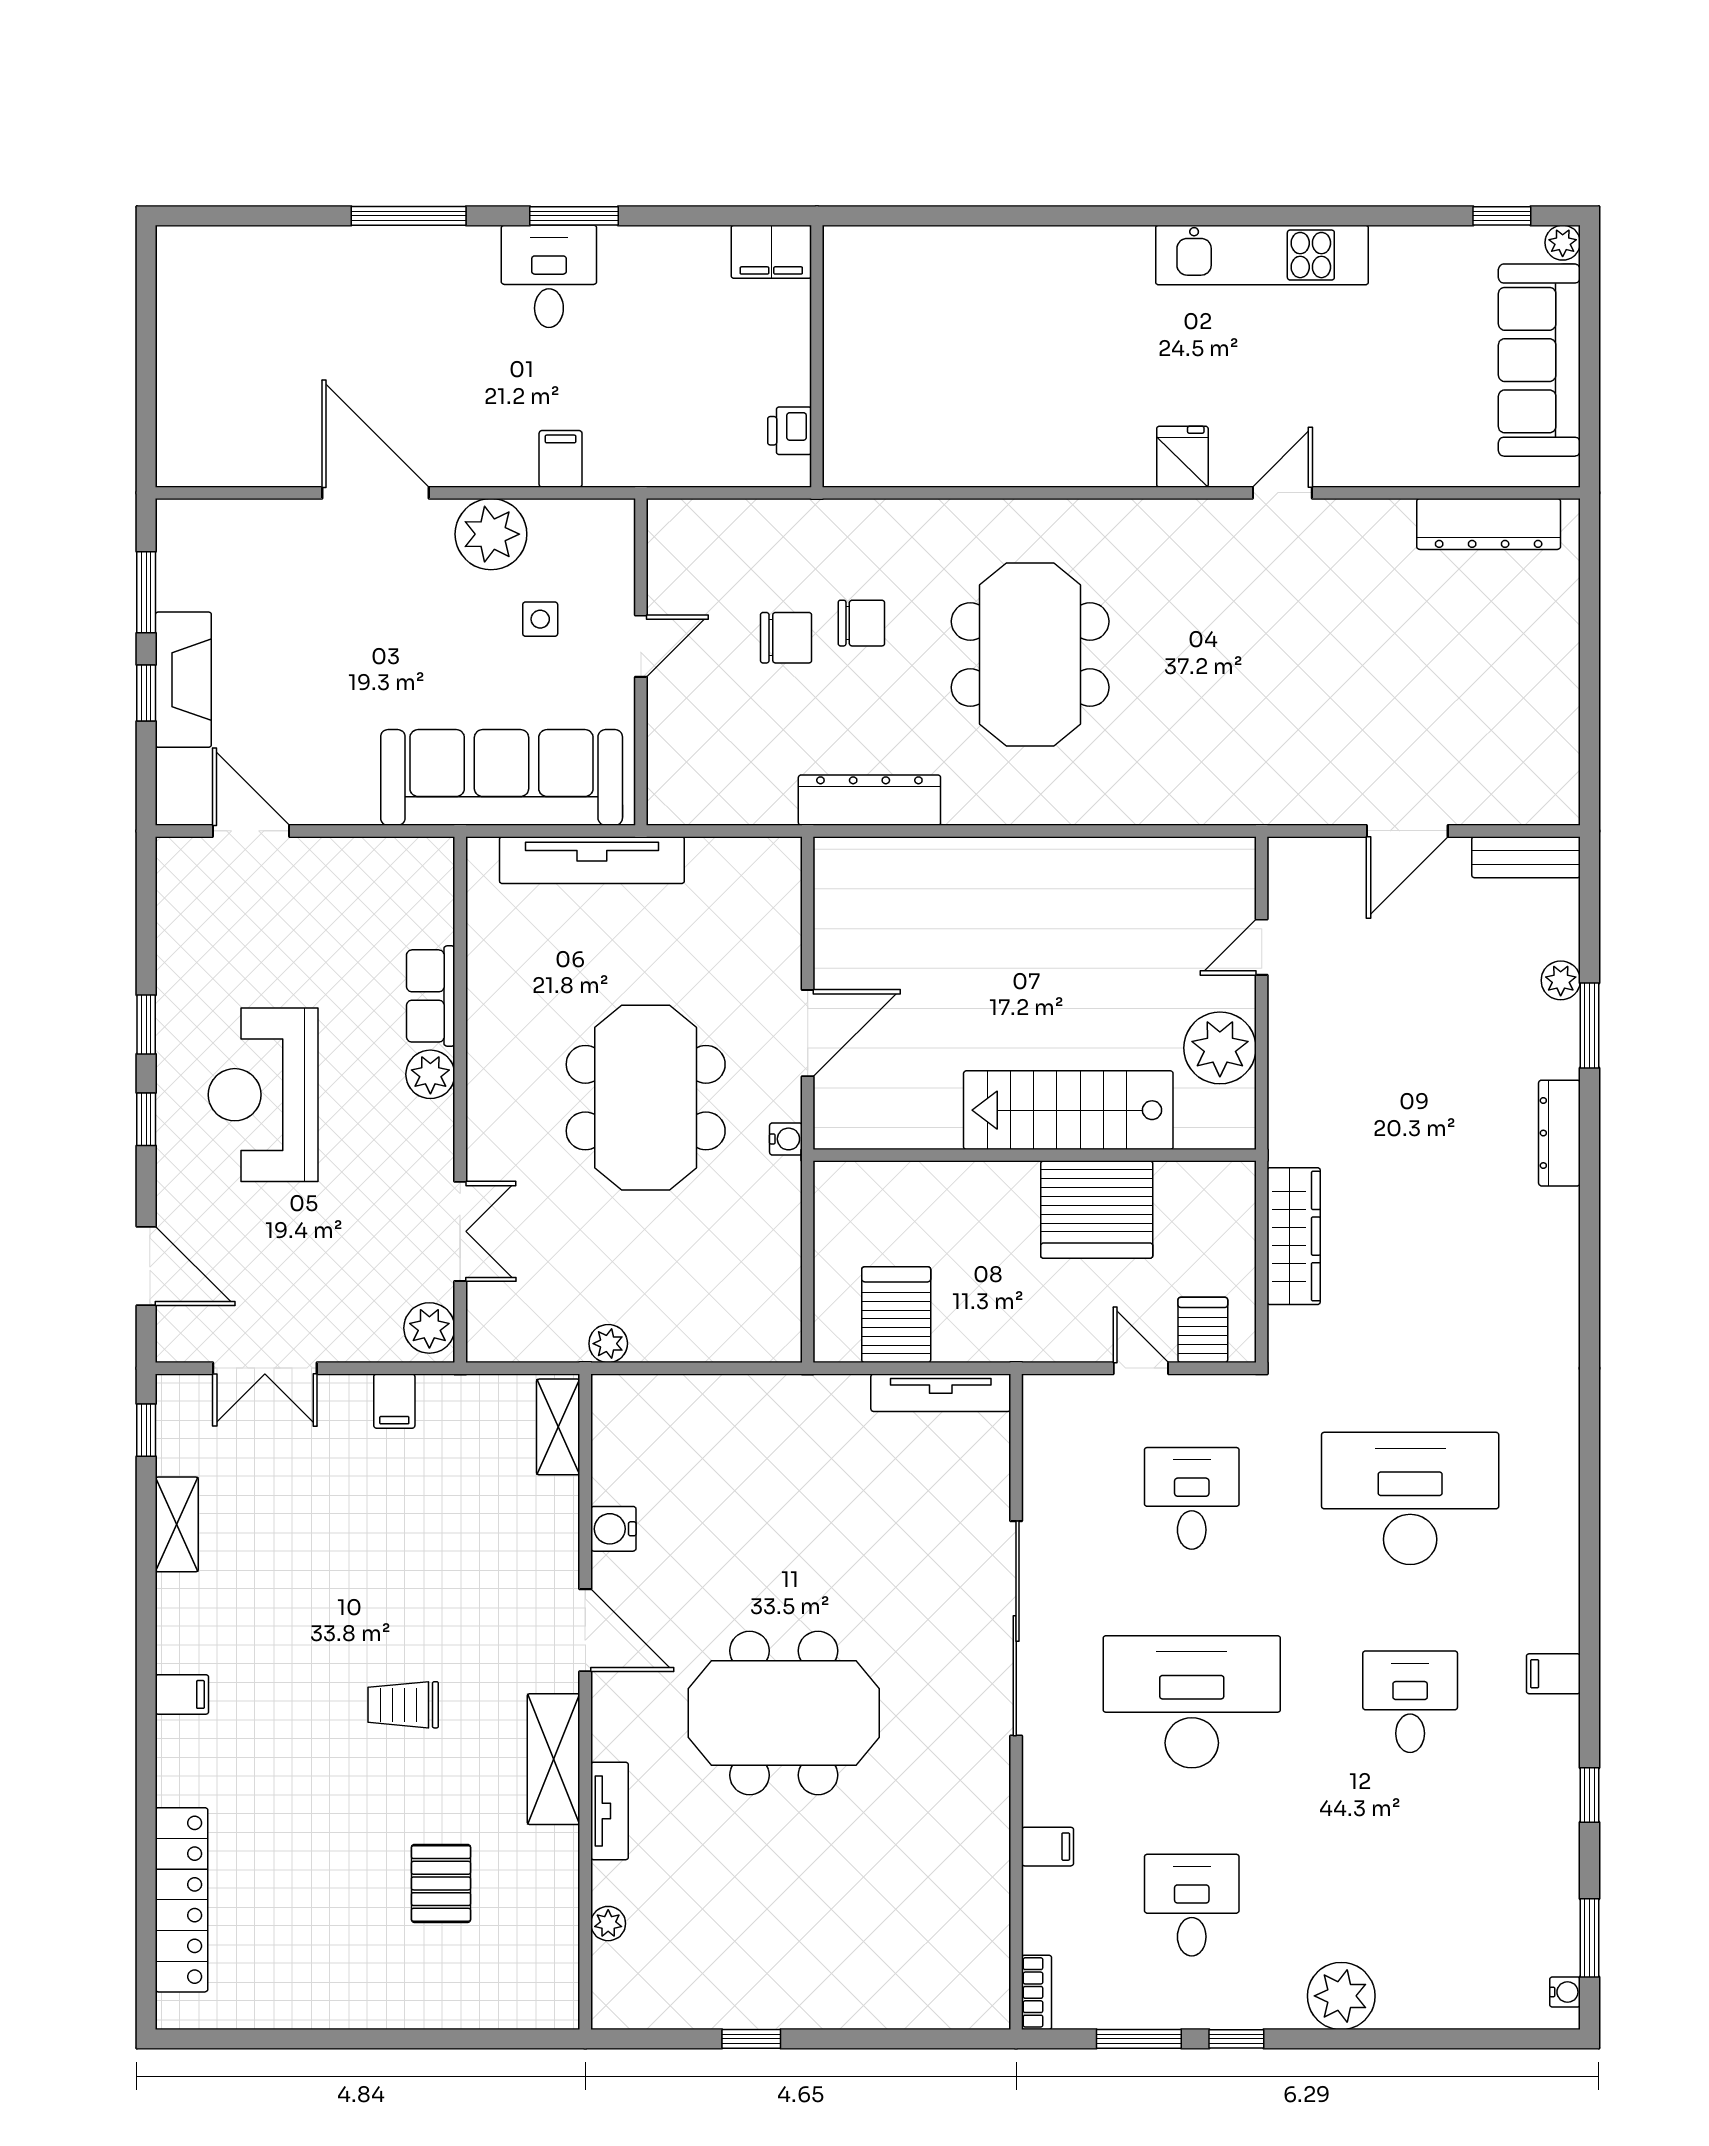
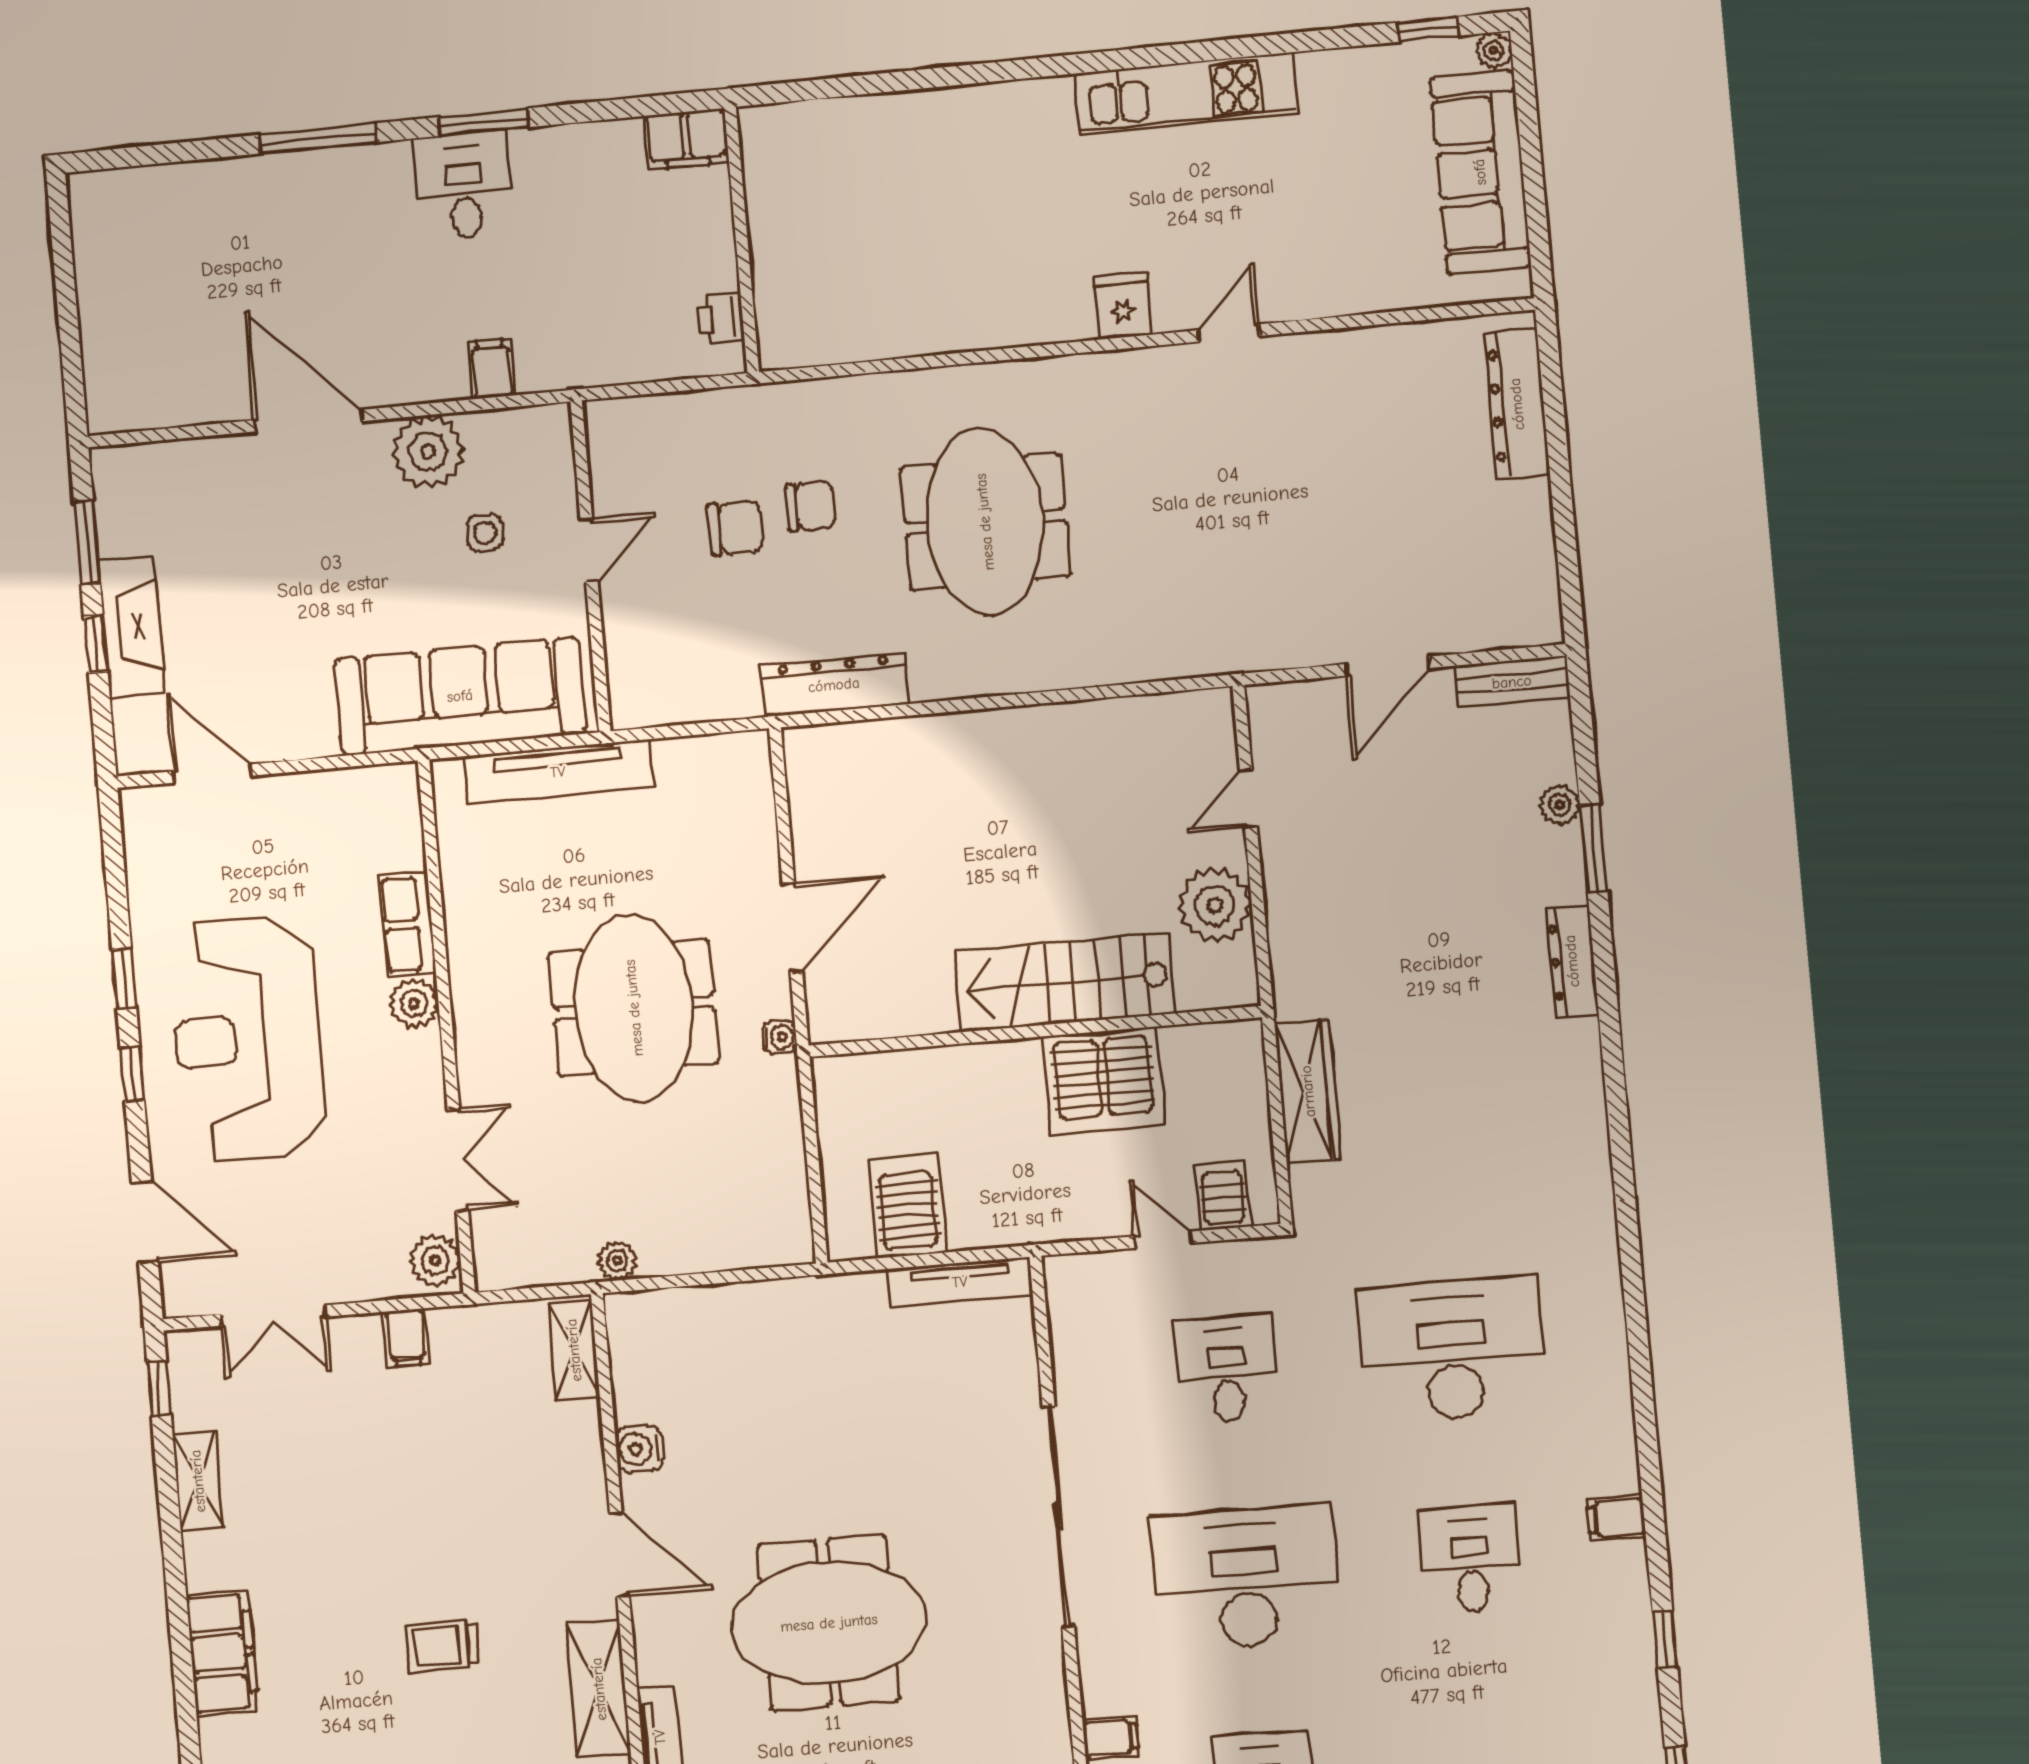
dresser: (1489, 524) -> (1517, 404), moved, turned 90
reception desk: (263, 1095) -> (247, 1039), width x1.36, depth x1.30
filing cabinet: (182, 1694) -> (222, 1653), width x3.00, depth x1.17

